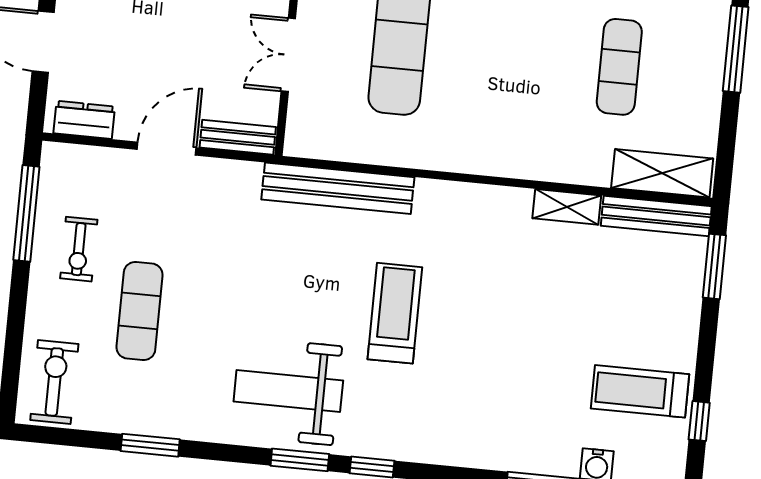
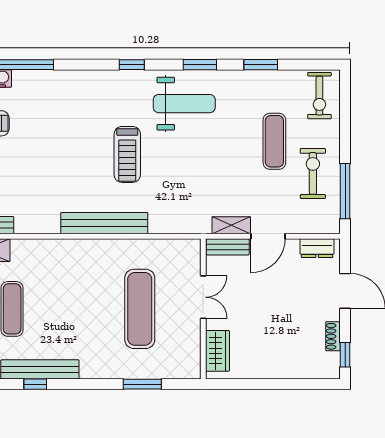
bench: (338, 188) -> (104, 223), moved
shelving: (567, 207) -> (231, 225), moved
exercise bike: (79, 249) -> (313, 173), width x1.38, depth x1.39
window: (300, 460) -> (200, 65), moved

